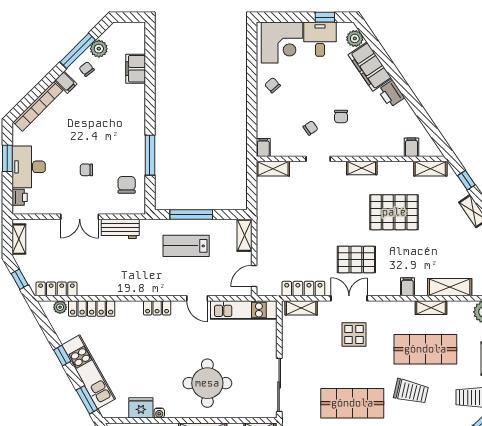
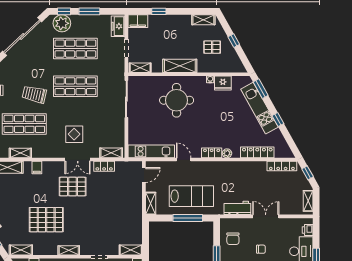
lab bench: (186, 246) -> (191, 196), width x1.36, depth x1.39
locker: (303, 289) -> (104, 166), width x0.66
plant: (60, 307) -> (227, 153), moved

